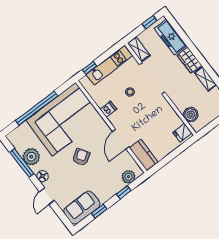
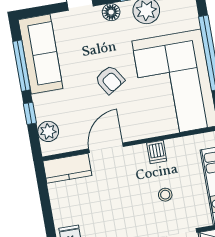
door: (121, 139) -> (106, 148), hinge flipped
sofa: (82, 208) -> (41, 54), width x1.36
window: (99, 211) -> (22, 66), width x2.17

